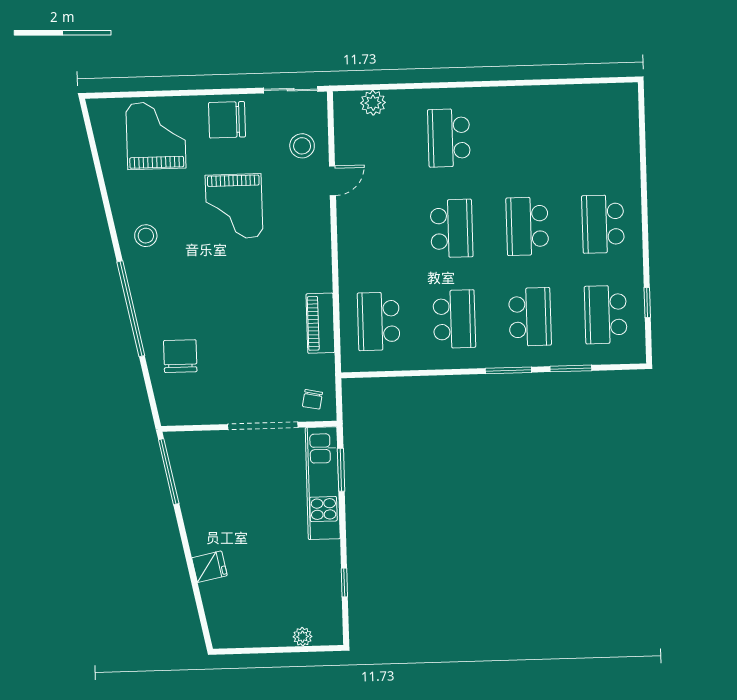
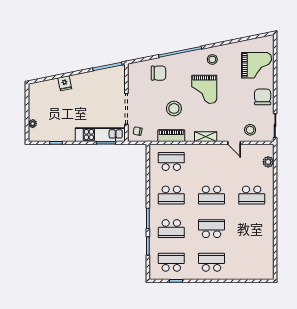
school desk: (449, 138) -> (252, 195), turned 180
grand piano: (234, 206) -> (204, 89), moved, turned -90
shelving: (320, 245) -> (206, 137), added
stool: (259, 319) -> (174, 108), added

